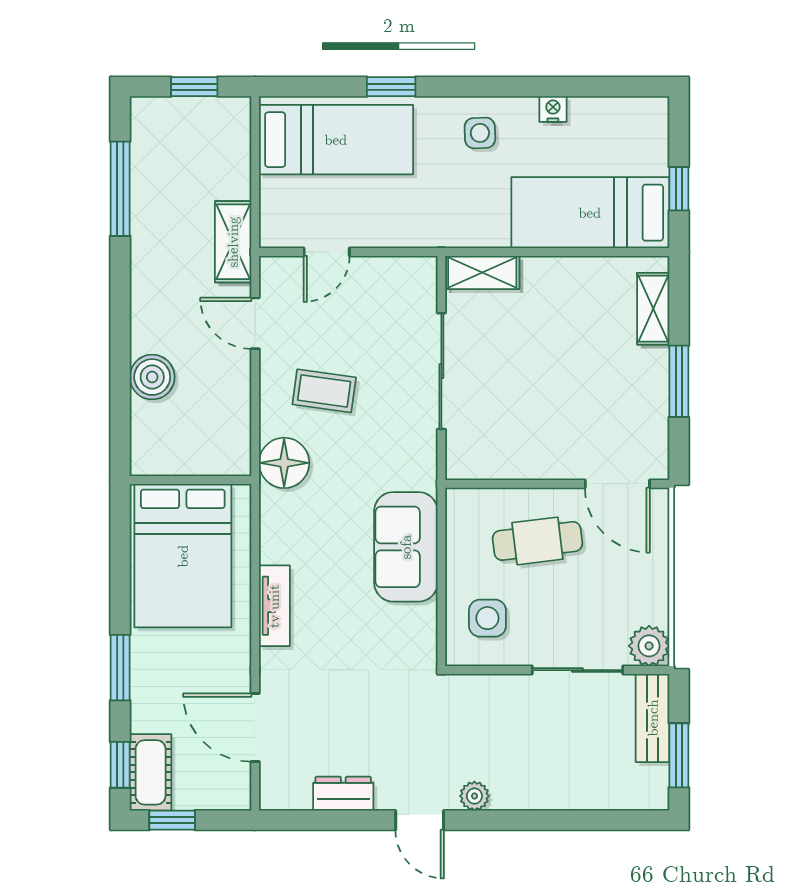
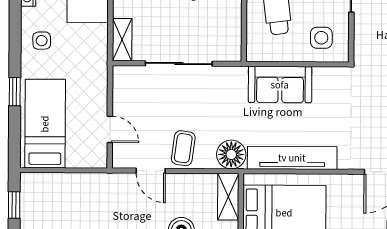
shelving: (233, 242) -> (228, 197), moved, turned 90
door: (255, 323) -> (151, 171), hinge flipped
coffee table: (324, 391) -> (183, 148), moved
tv unit: (274, 606) -> (292, 158), width x1.92, depth x1.29

